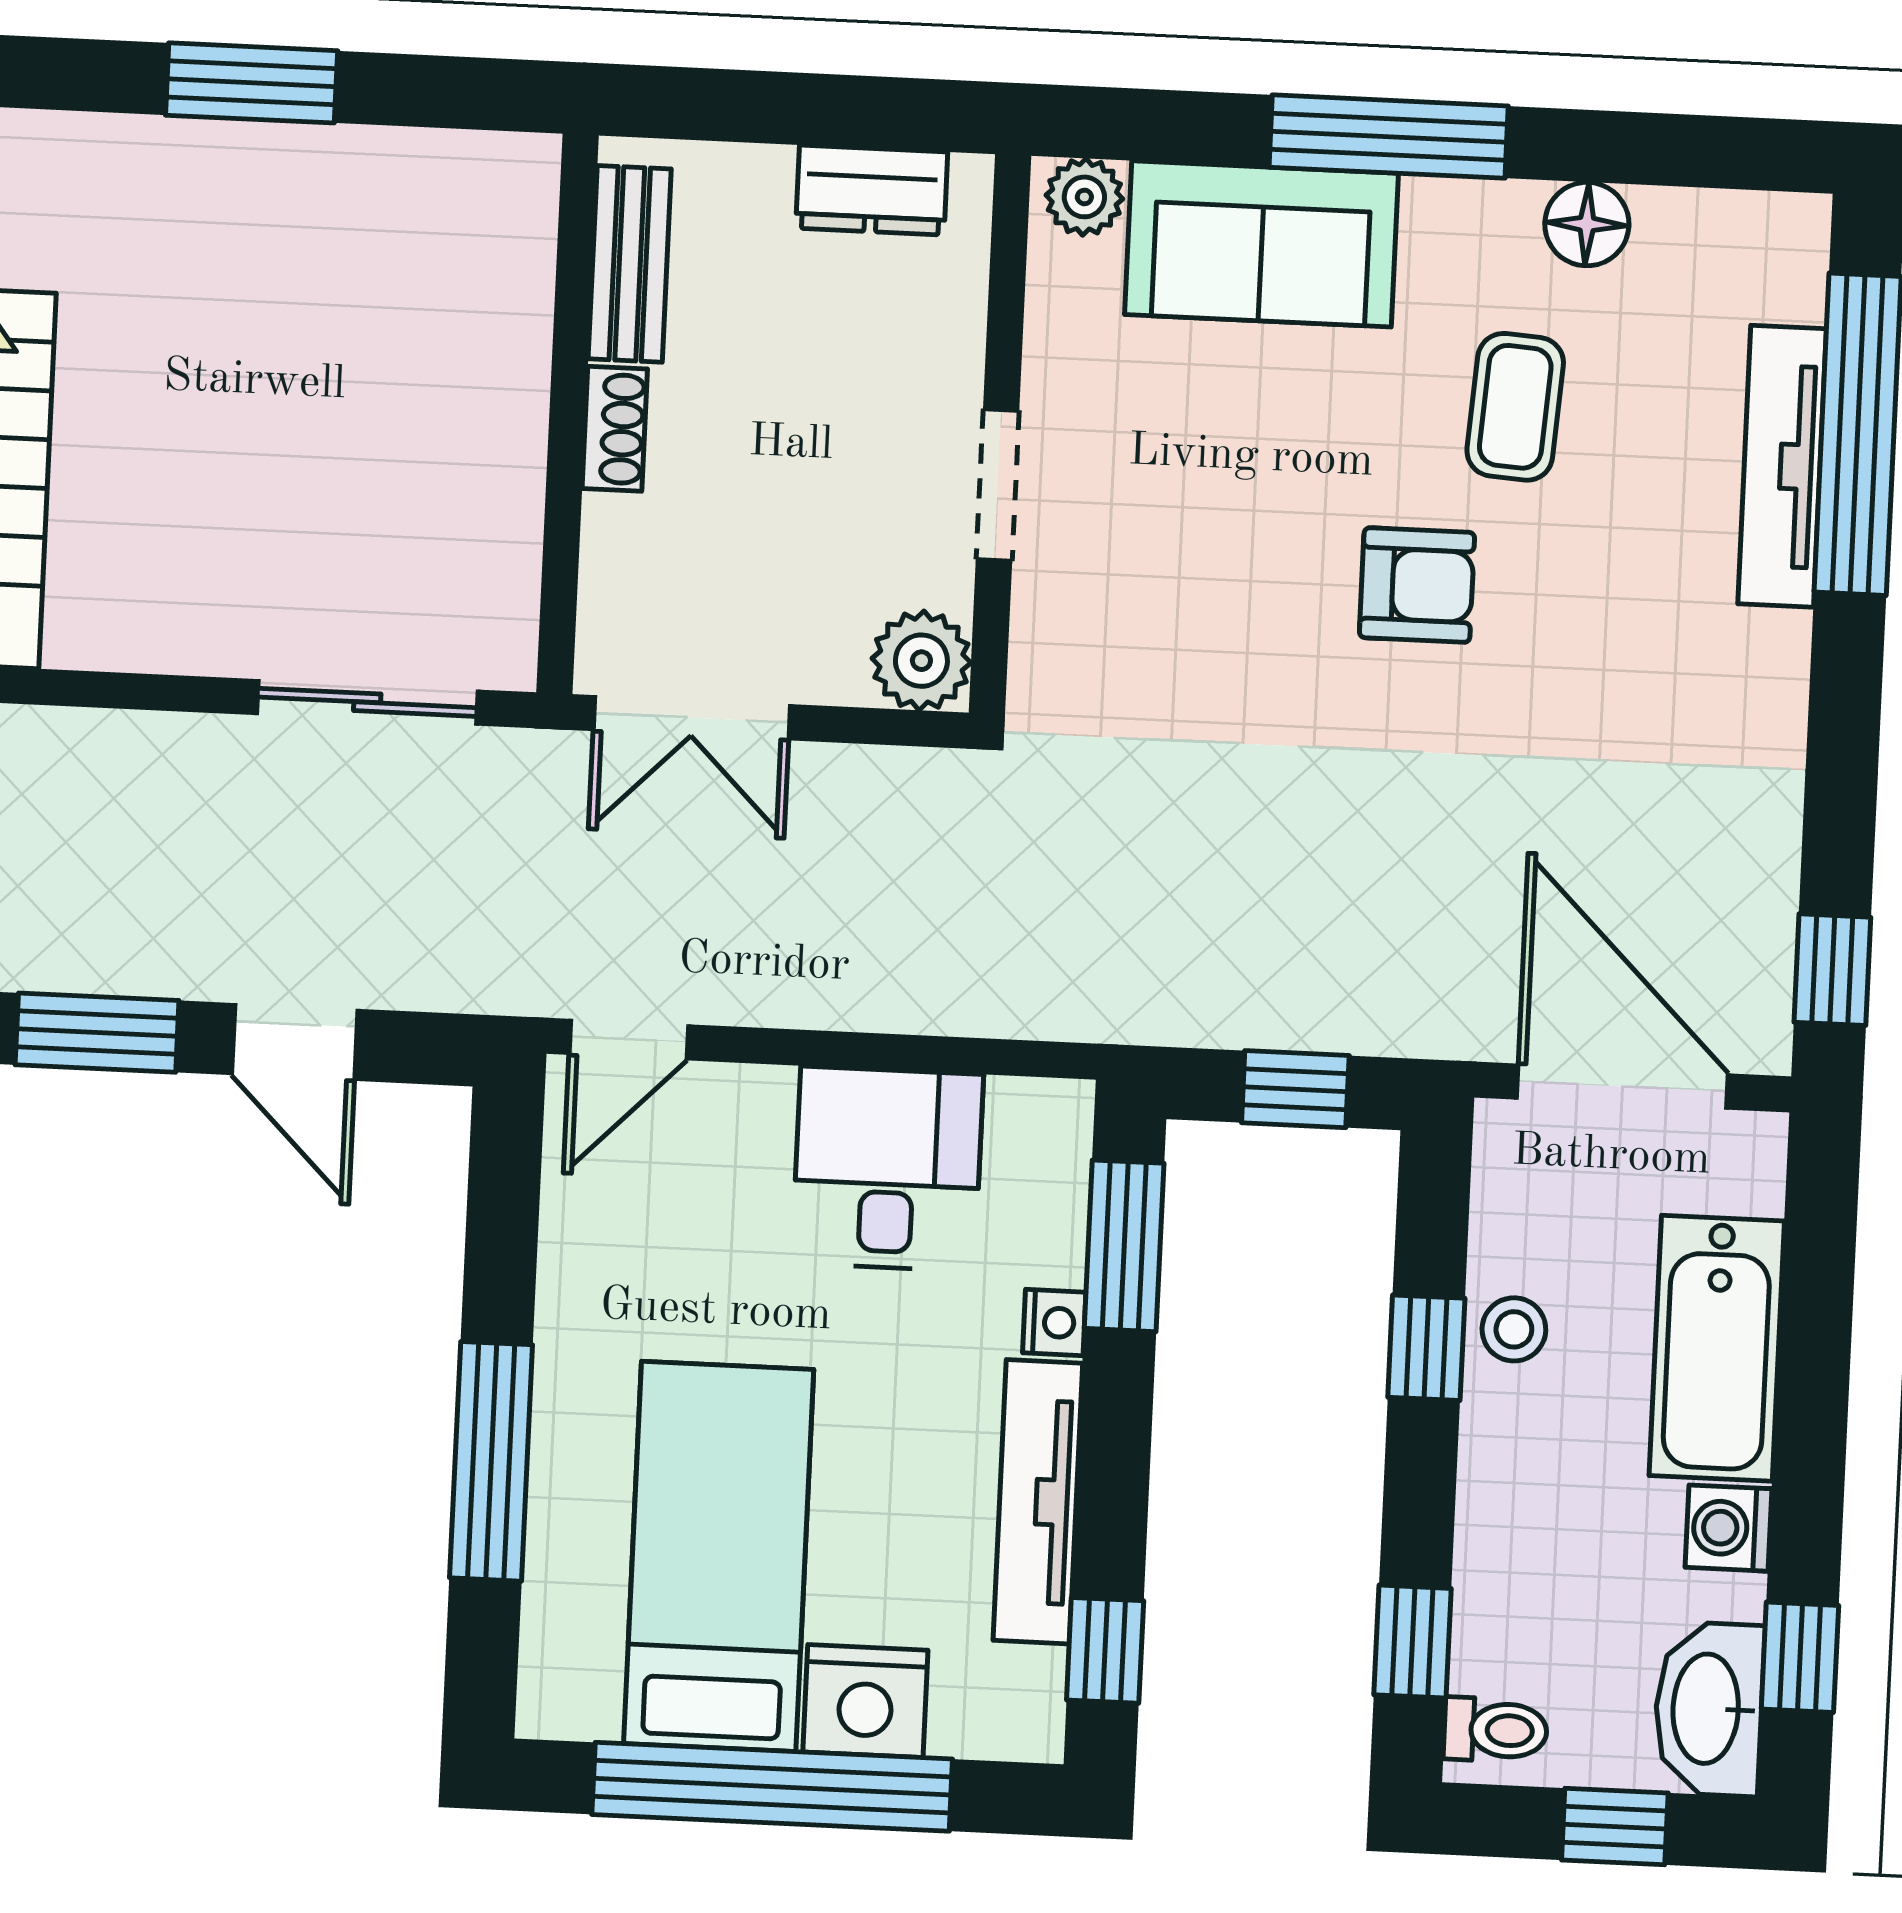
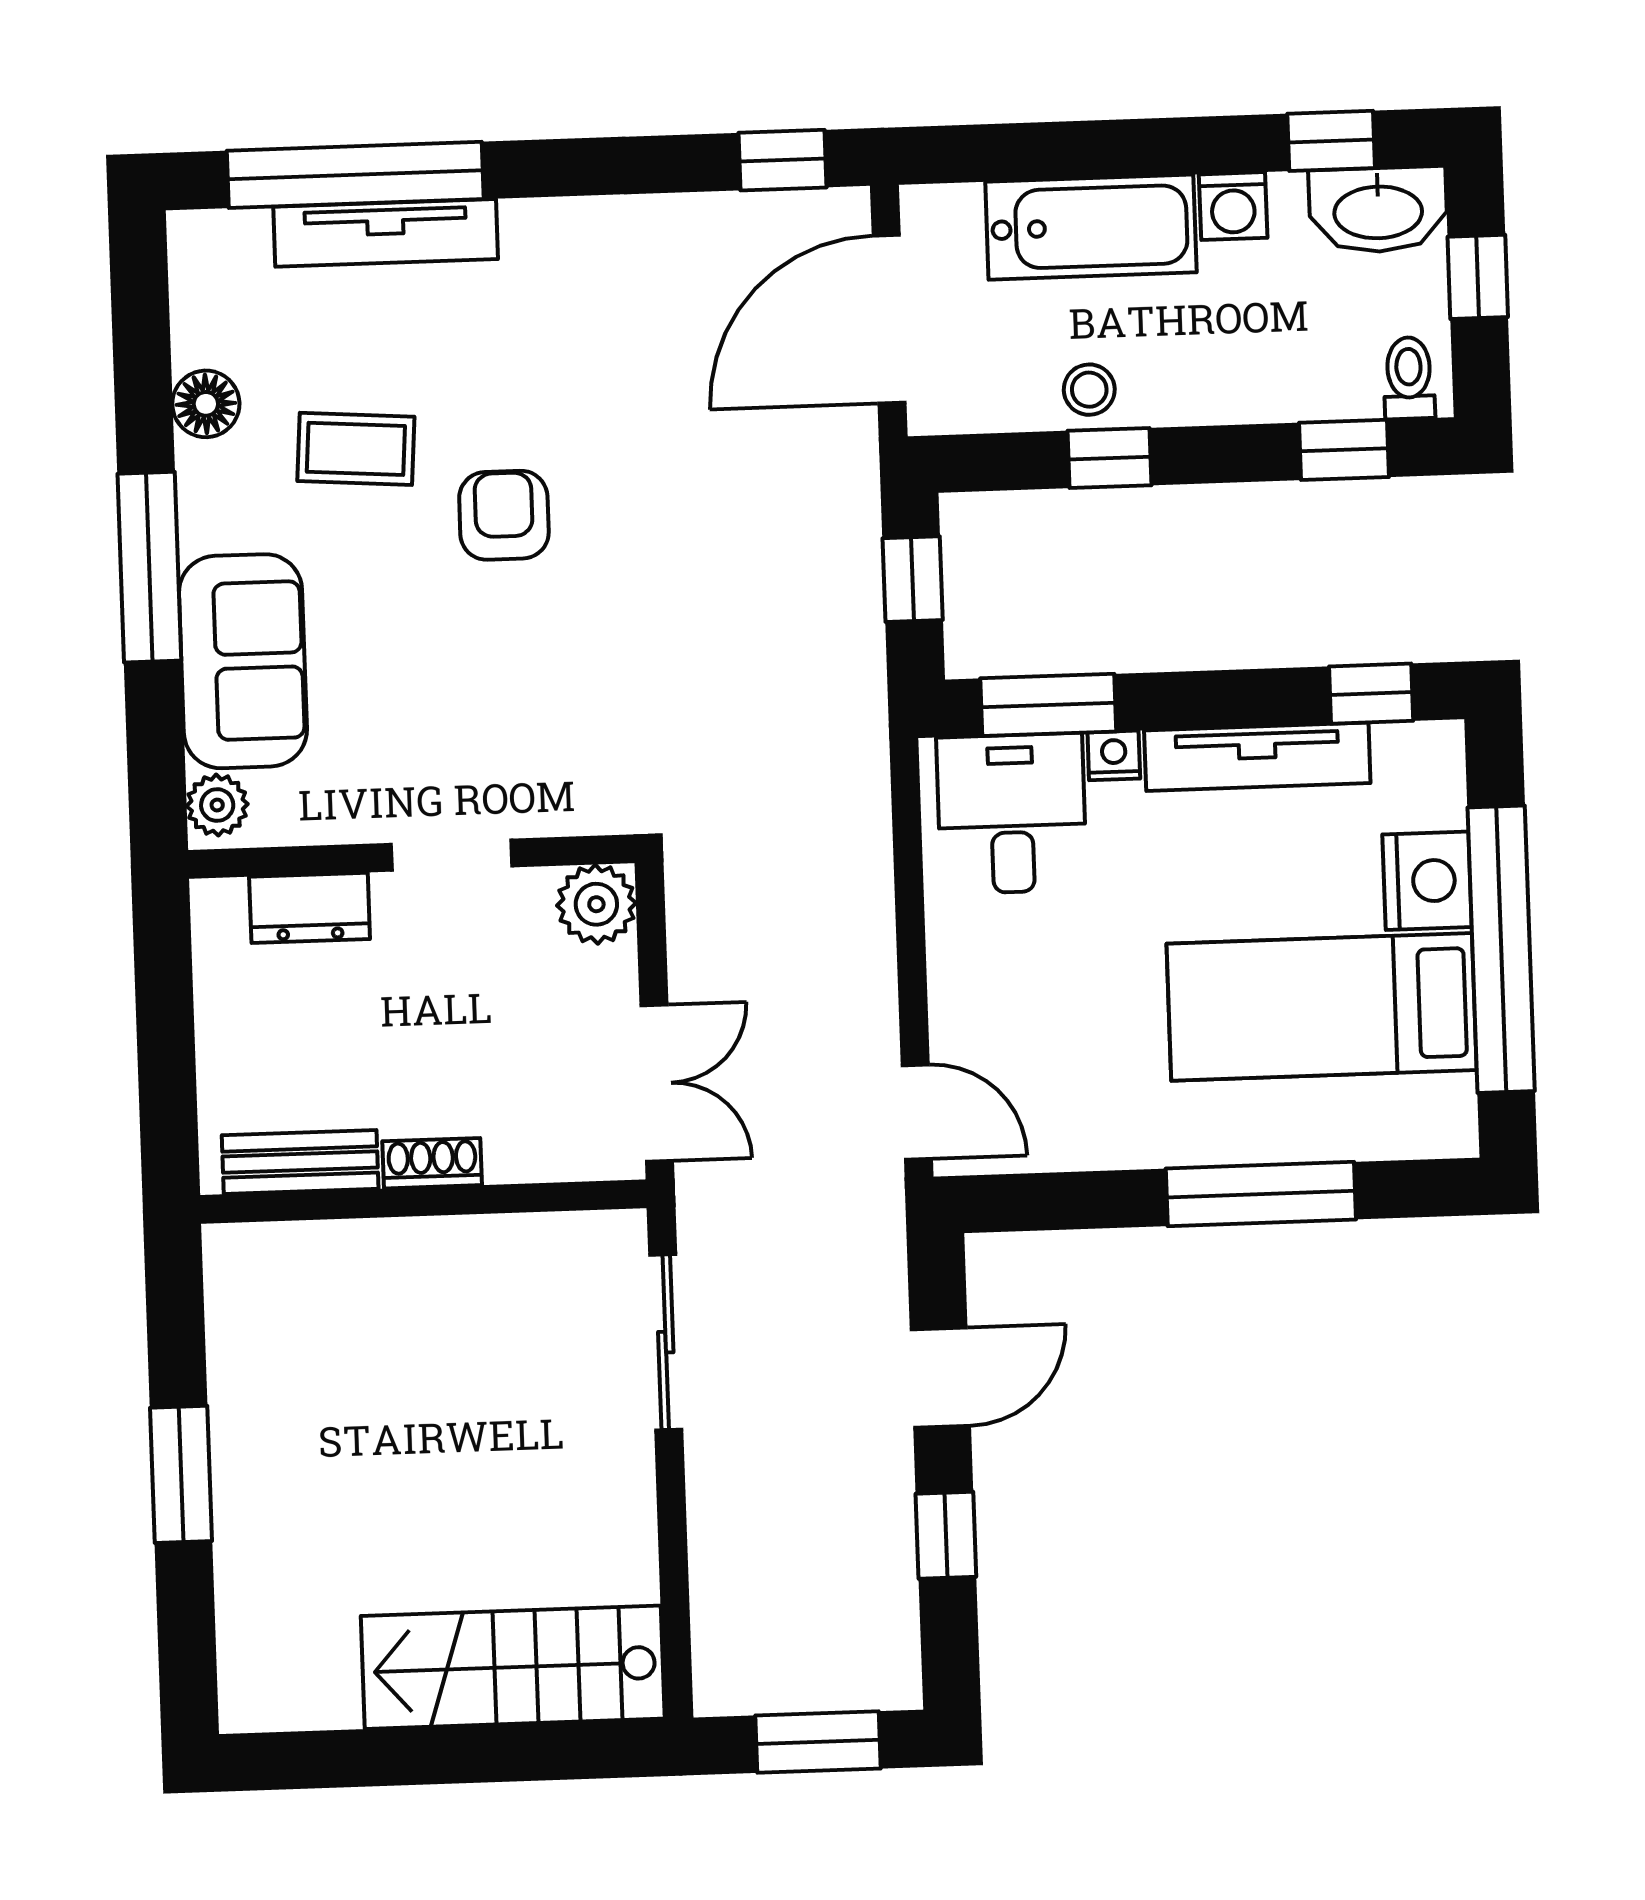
dresser: (872, 190) -> (310, 908), moved, turned 90
window: (97, 1033) -> (946, 1535), width x0.67
desk: (888, 1169) -> (1012, 814), moved, turned 90

